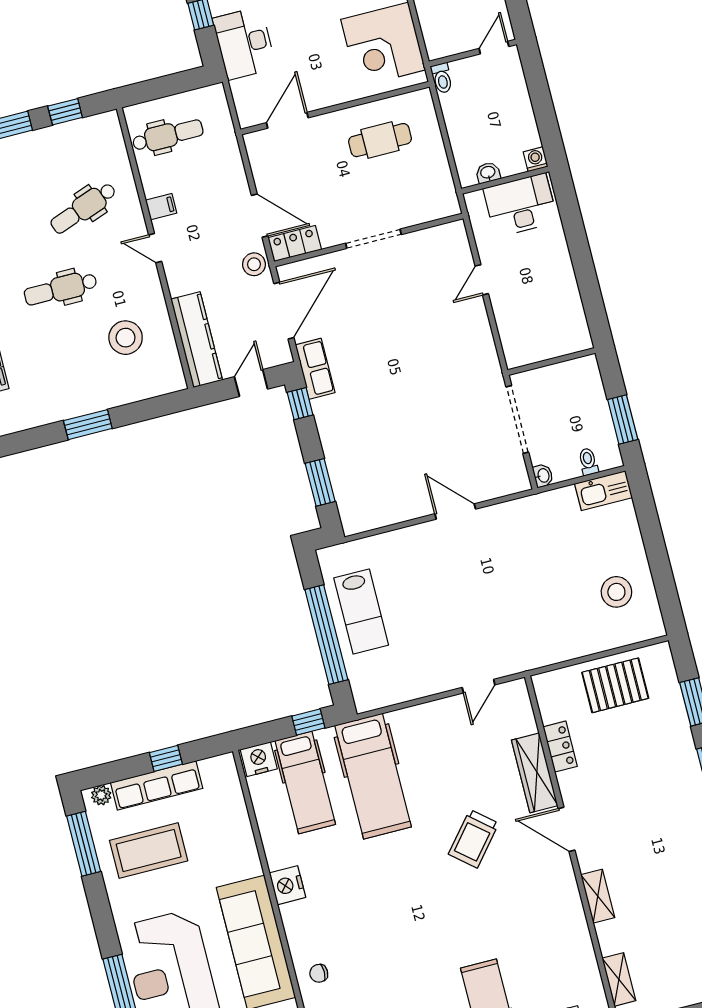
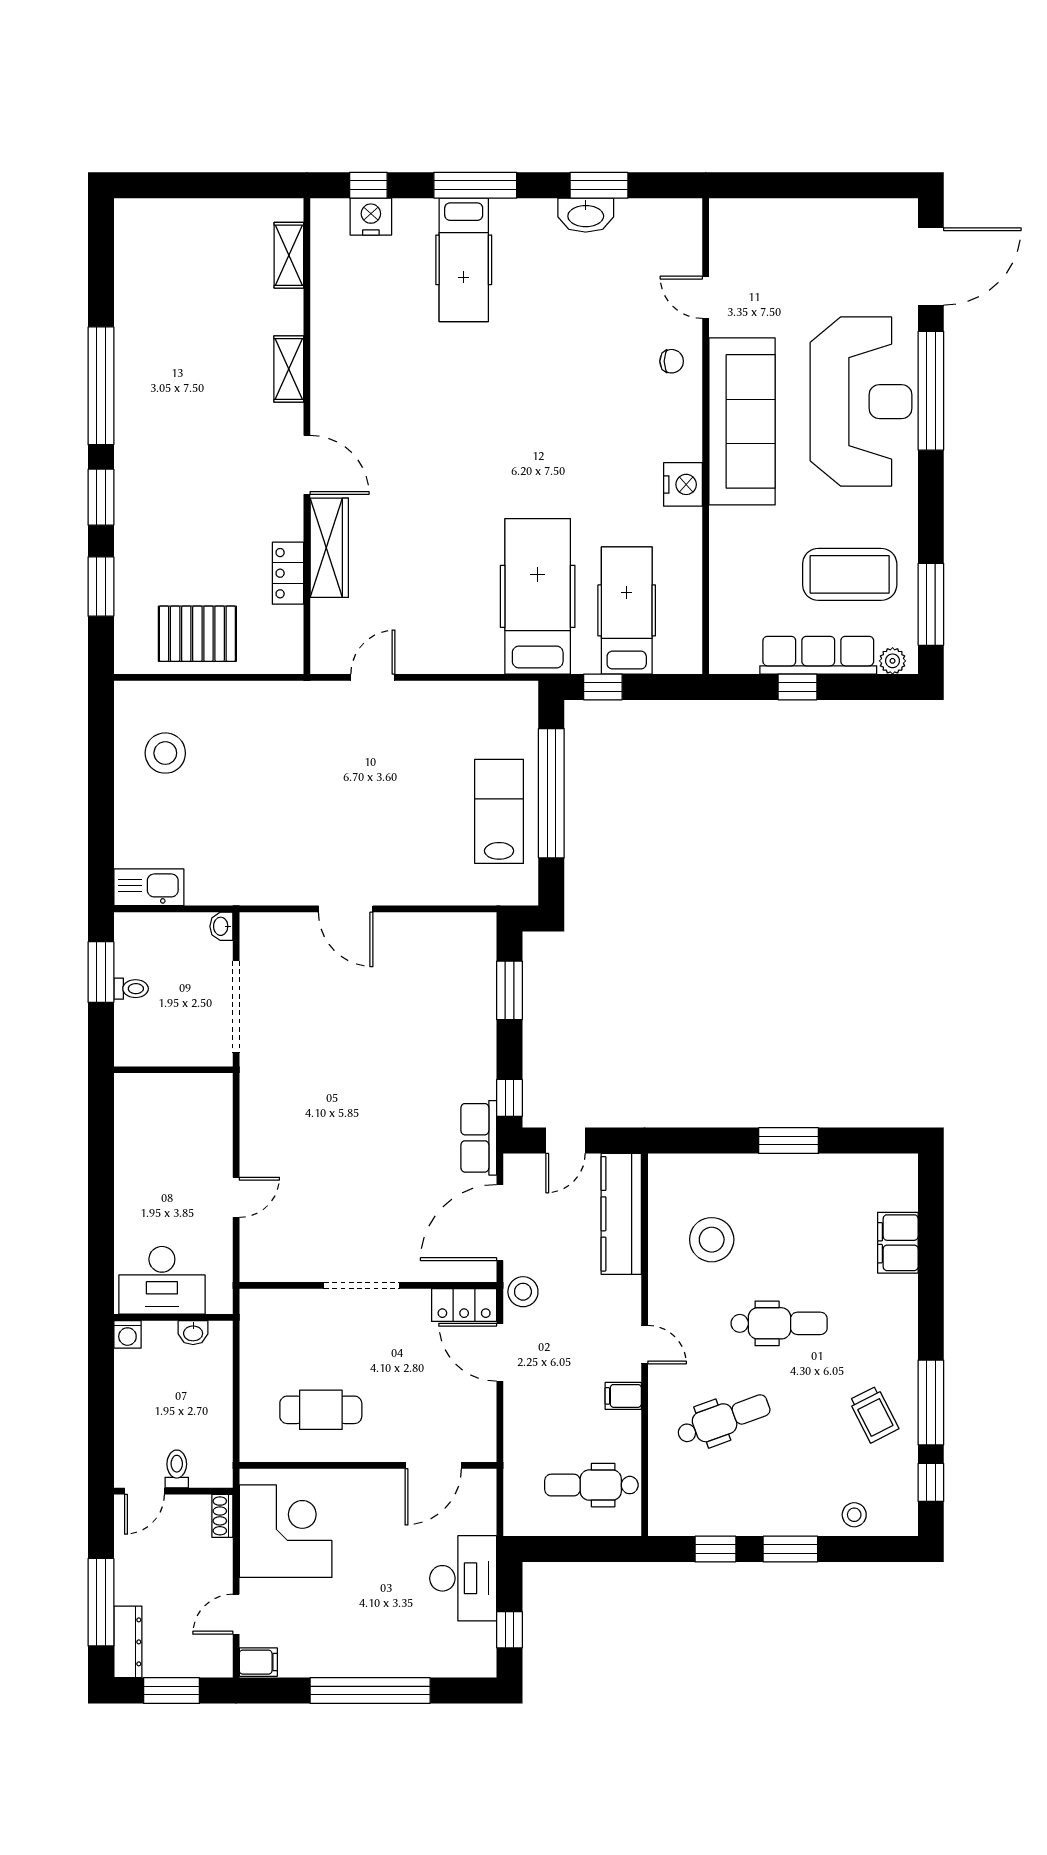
shoe rack: (432, 44) -> (222, 1516), added
toilet: (442, 78) -> (177, 1469), moved
toilet: (588, 462) -> (131, 989), moved, turned -90
nightstand: (259, 759) -> (679, 656), removed
trolley: (474, 839) -> (429, 483), removed

